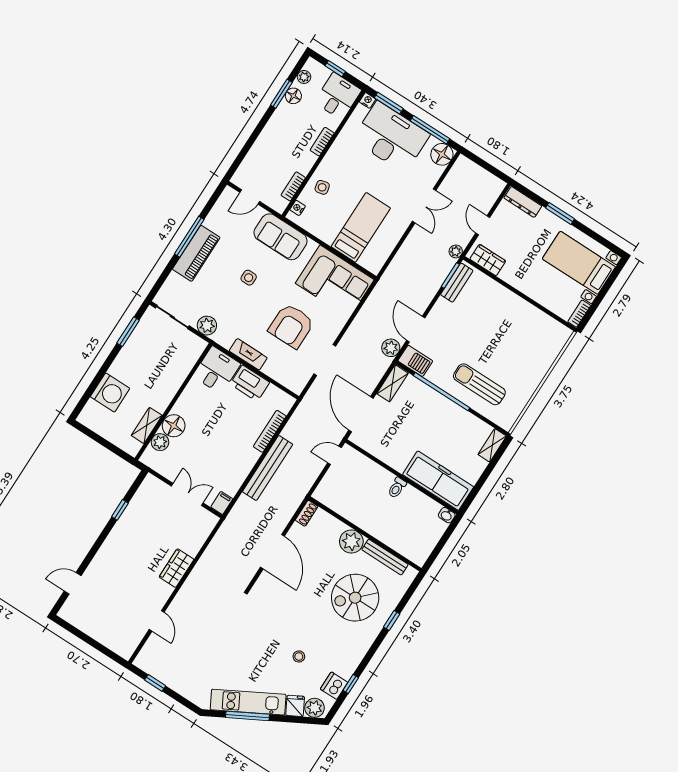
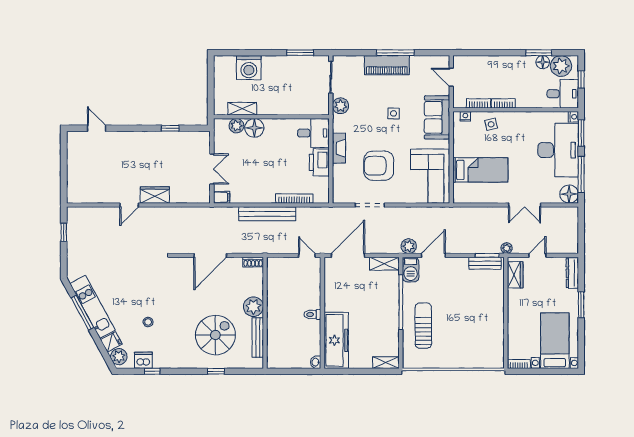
plant: (304, 77) -> (561, 66), width x1.88, depth x1.88
bookcase: (322, 142) -> (503, 103), moved
spiral stairs: (355, 598) -> (215, 335), turned 90
door: (157, 621) -> (129, 205), moved

